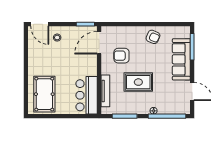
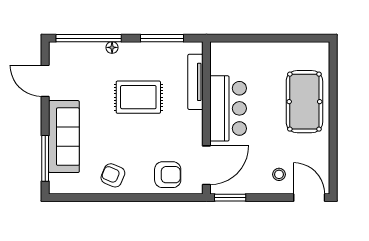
armchair: (121, 56) -> (168, 175), moved
pool table: (44, 94) -> (304, 102), moved
bar counter: (87, 95) -> (228, 108), moved

